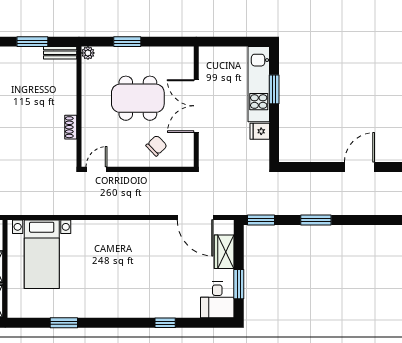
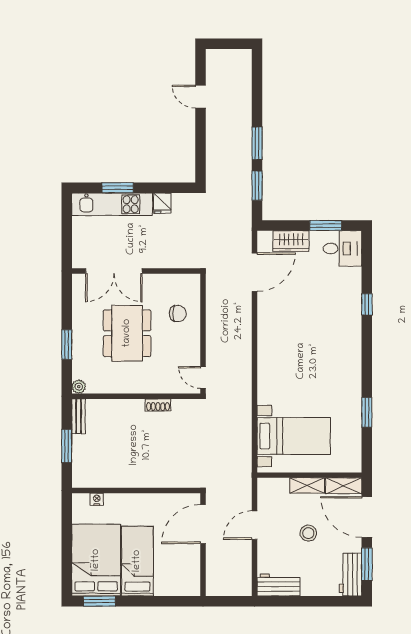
double door: (196, 106) -> (114, 271), moved
chair: (156, 146) -> (178, 313), turned 134
door: (359, 167) -> (200, 97), width x0.73
window: (261, 220) -> (257, 186), moved

